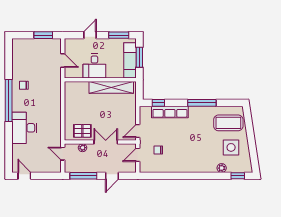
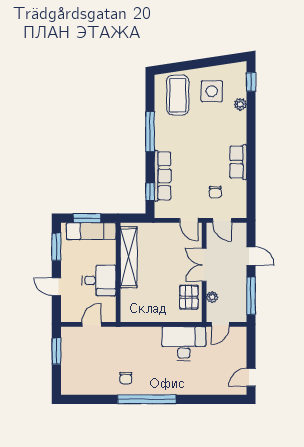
desk: (24, 128) -> (184, 344), moved, turned 180
row of seats: (180, 166) -> (238, 162), added

